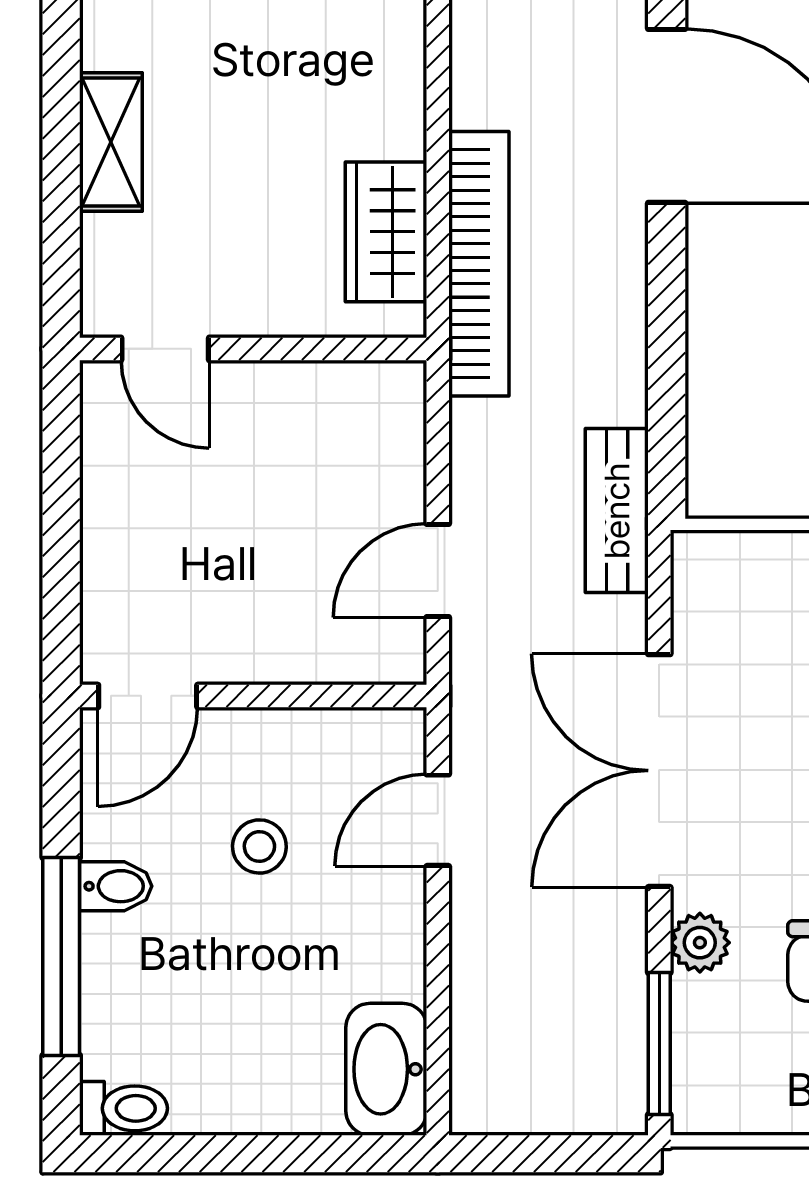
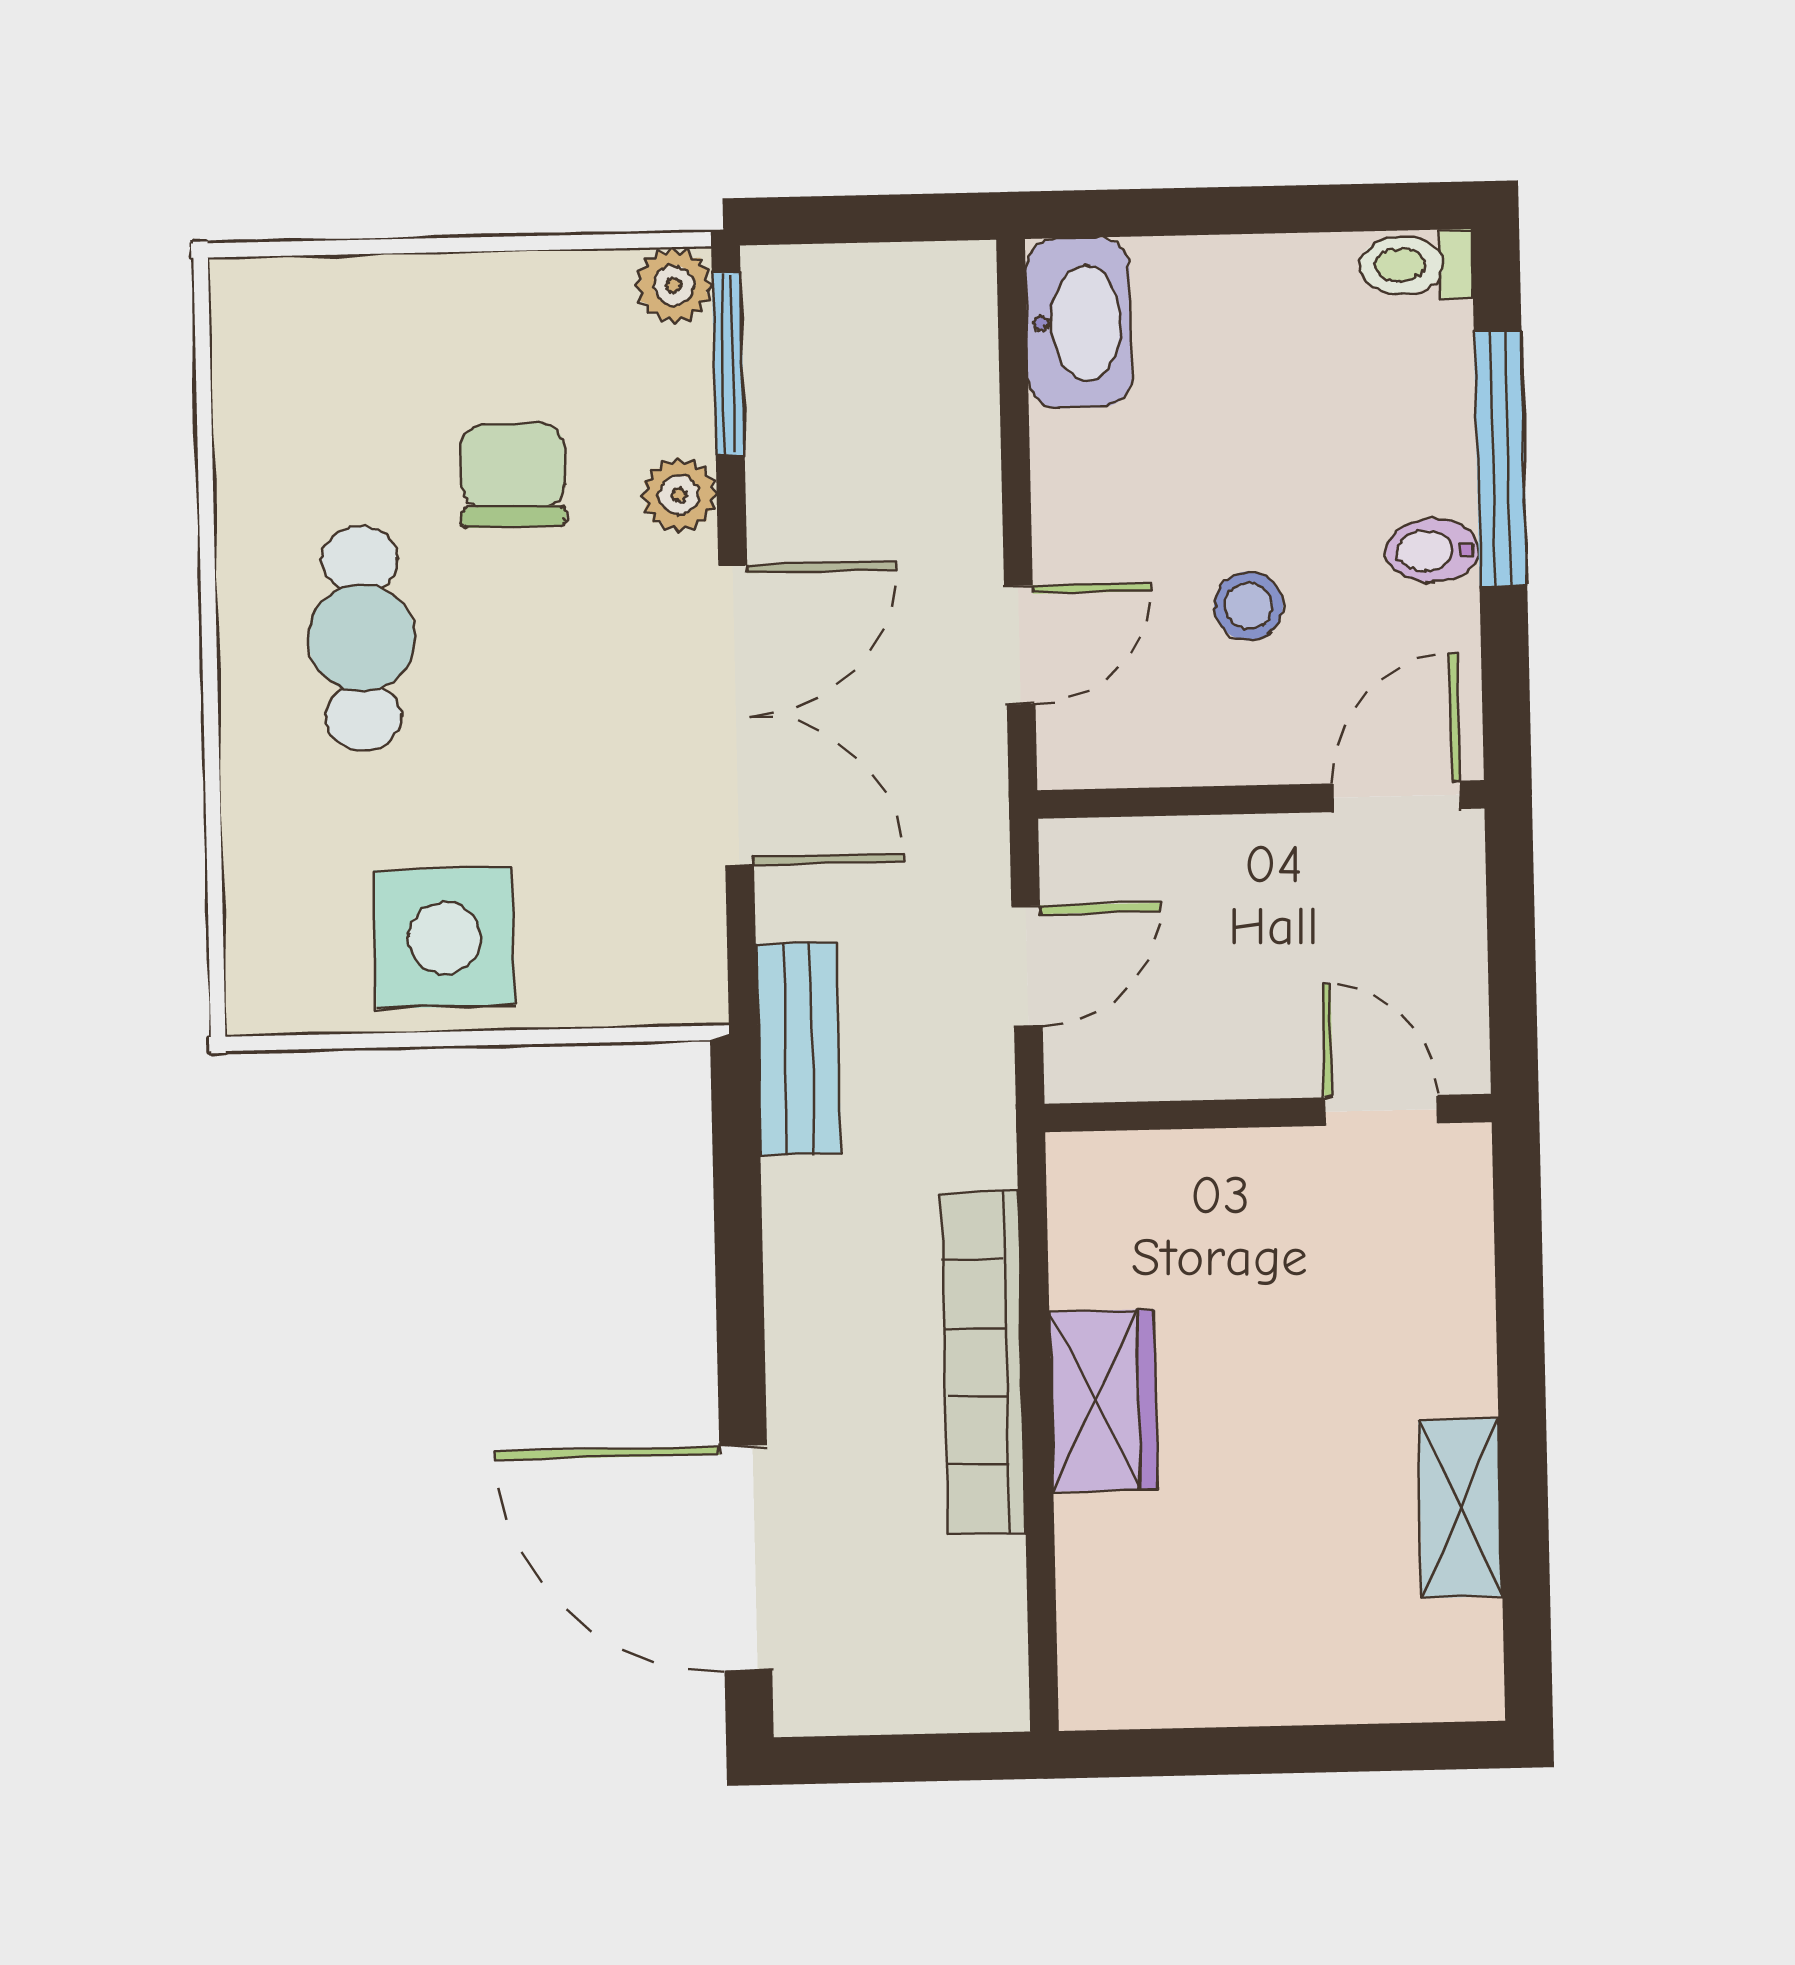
door: (165, 349) -> (1381, 1110), moved
wall: (253, 349) -> (1268, 1113), moved
plant: (700, 1106) -> (674, 285), added

